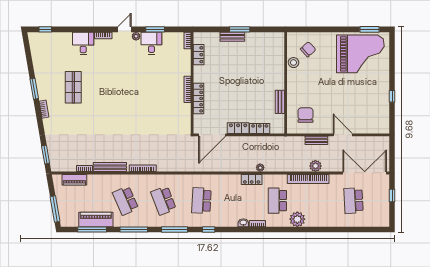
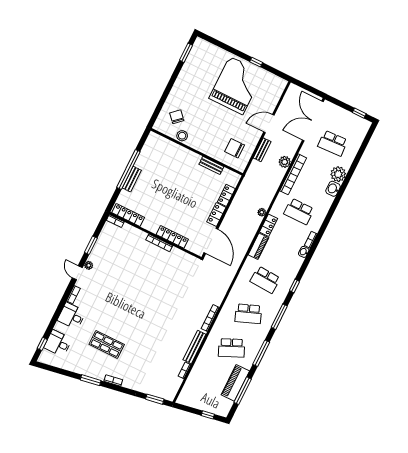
window: (240, 29) -> (128, 169), width x2.11
desk: (151, 43) -> (58, 343), moved
grand piano: (360, 54) -> (236, 85), moved
locker: (199, 55) -> (128, 215), width x1.53
piano: (74, 180) -> (258, 246), moved
window: (392, 195) -> (359, 113), moved
window: (55, 209) -> (208, 415), width x0.46
plant: (297, 219) -> (338, 174), moved
washbasin: (313, 221) -> (333, 189), added

